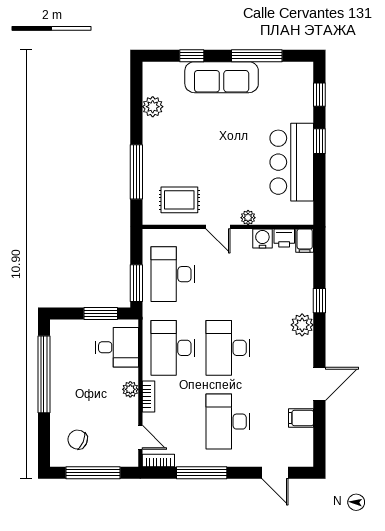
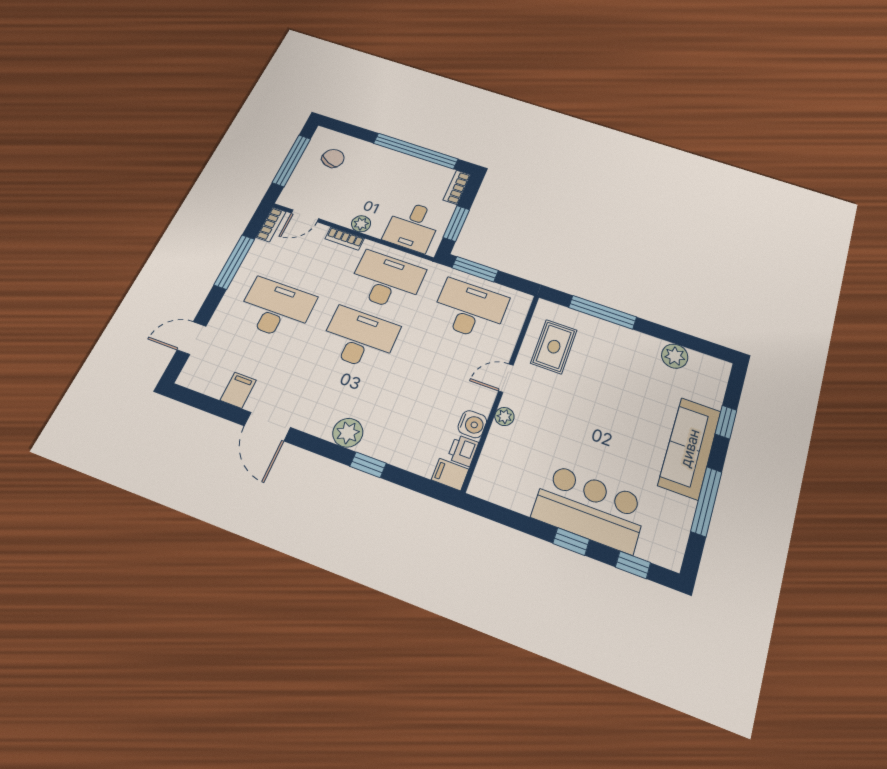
bar counter: (292, 162) -> (590, 508), moved
bookcase: (66, 326) -> (457, 187), added

